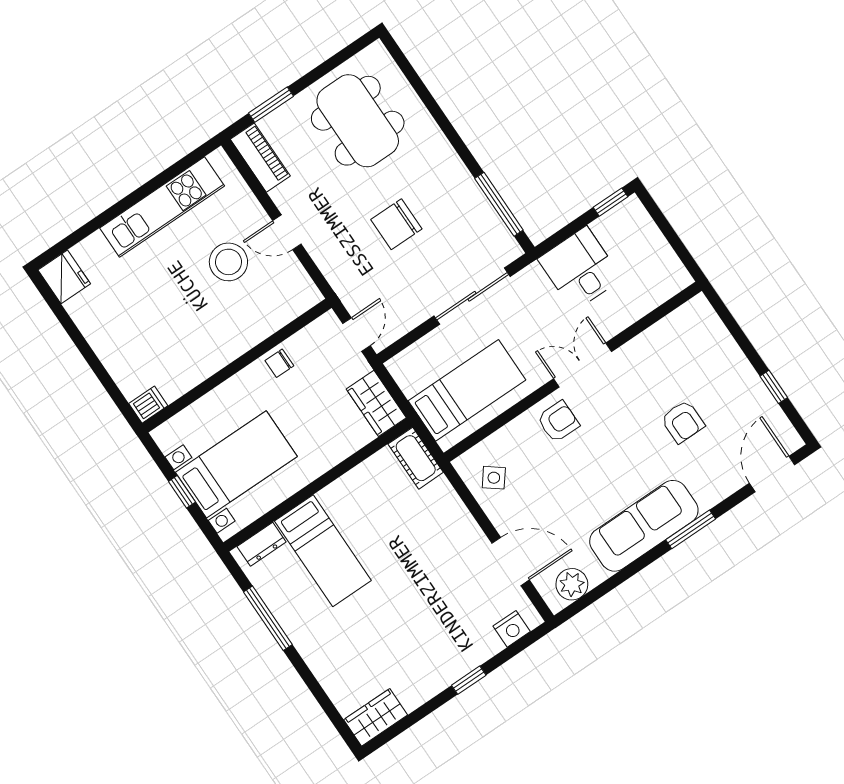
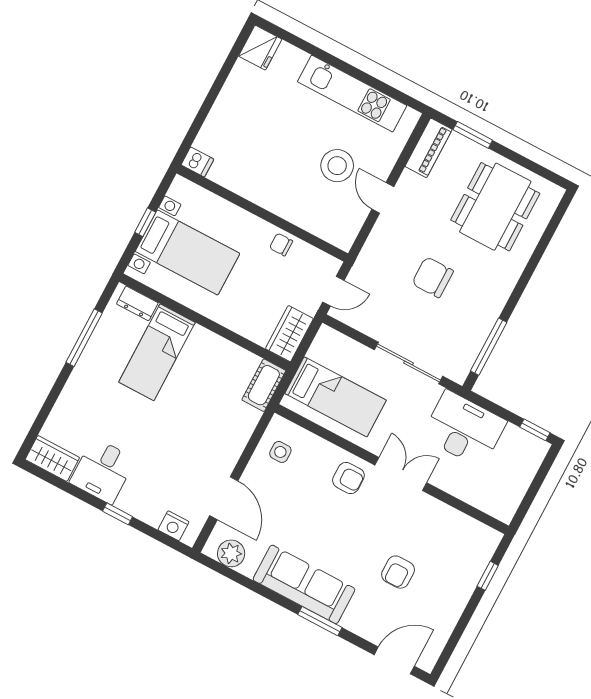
desk: (580, 269) -> (464, 429), width x1.37
window: (774, 387) -> (488, 576), moved
side table: (494, 478) -> (280, 452), turned -38
desk: (416, 672) -> (103, 471), added

